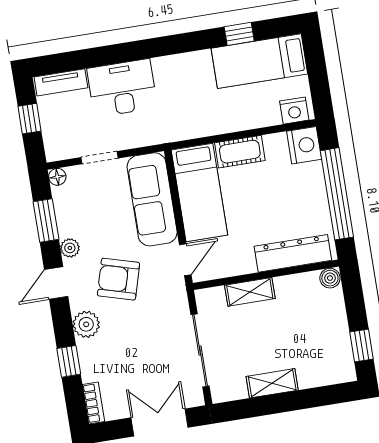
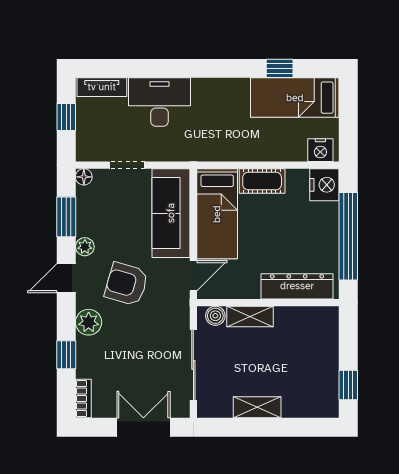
boiler: (330, 278) -> (215, 316), moved

